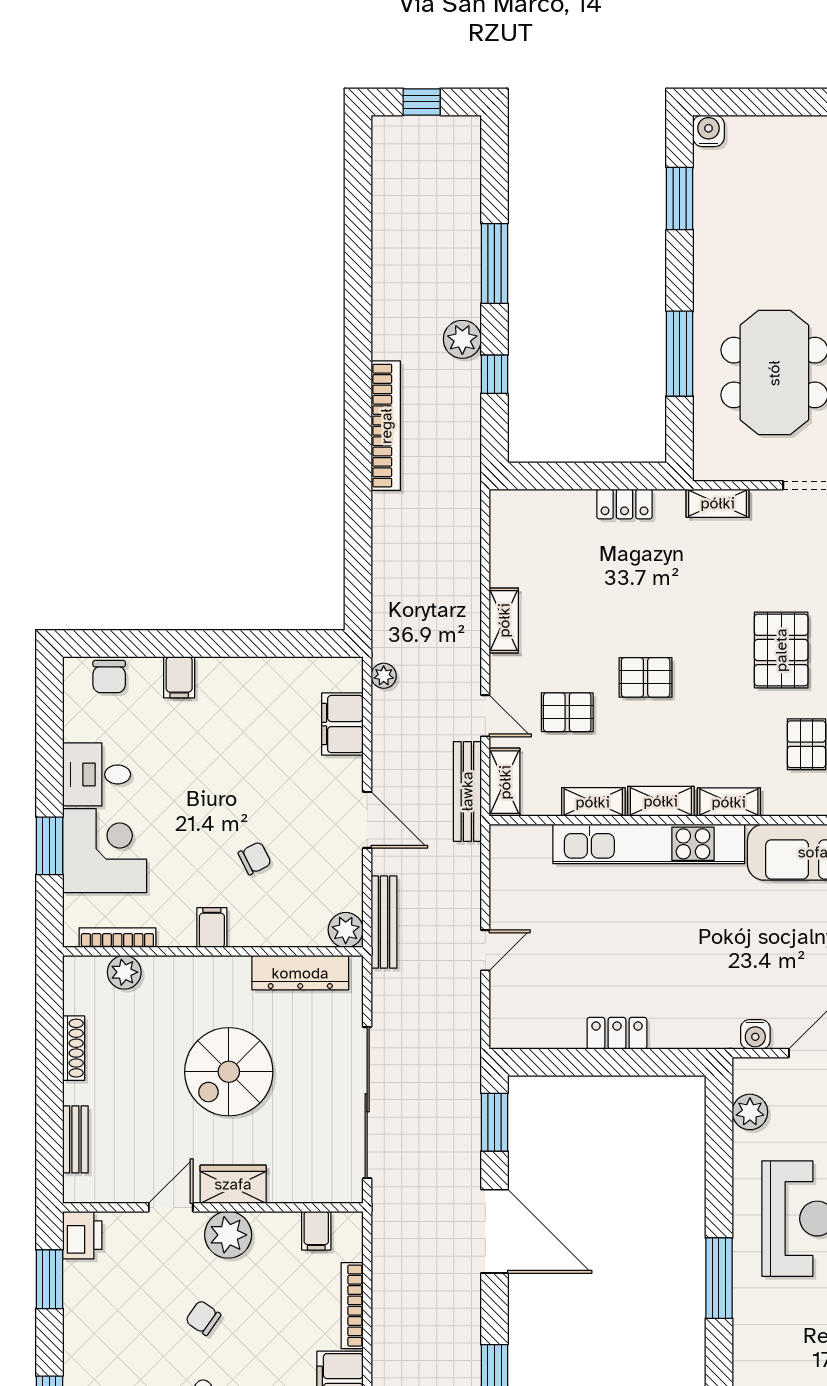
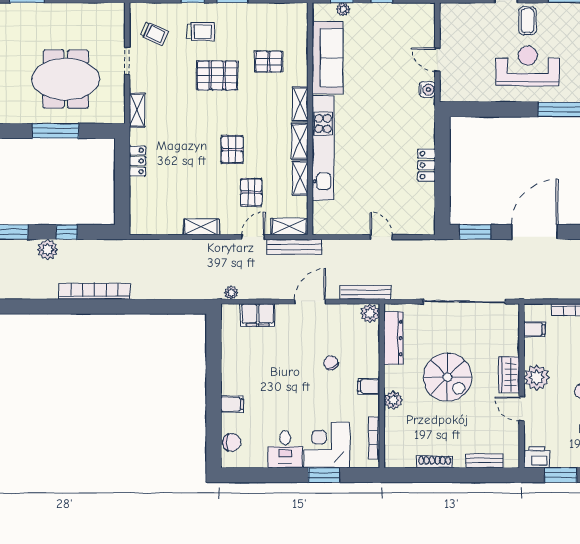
plant: (124, 972) -> (393, 400), moved
plant: (750, 1112) -> (470, 92), removed

